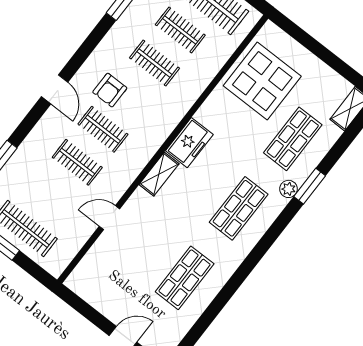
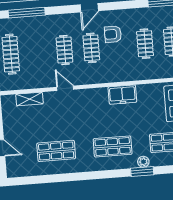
shelving: (159, 174) -> (29, 99), moved
window: (310, 186) -> (142, 171), moved
door: (109, 218) -> (65, 88), moved

